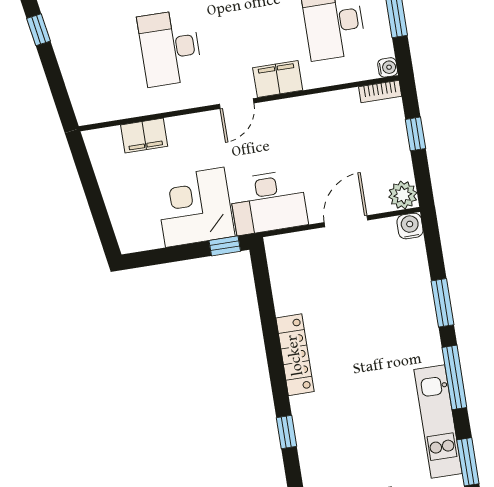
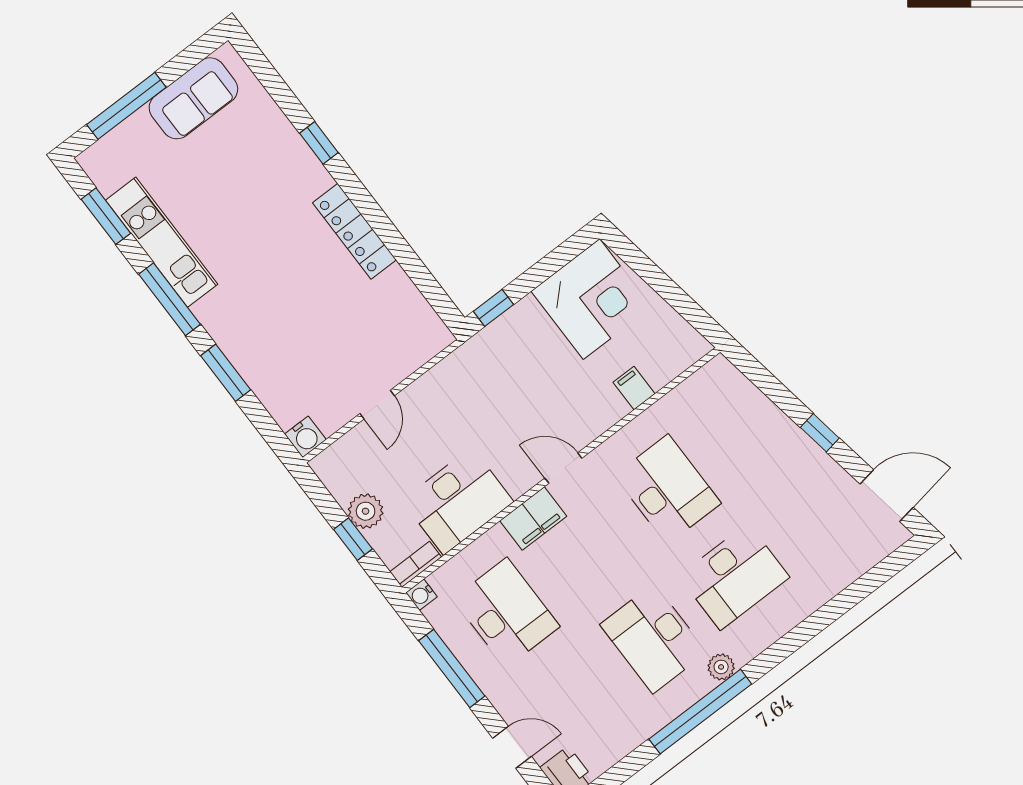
door: (237, 104) -> (563, 468), hinge flipped
filing cabinet: (144, 136) -> (634, 388), width x0.50
plant: (403, 195) -> (366, 511), moved
desk: (268, 202) -> (458, 501), moved, turned 180
corner desk: (195, 207) -> (591, 299), moved
door: (346, 221) -> (377, 405), width x0.73

